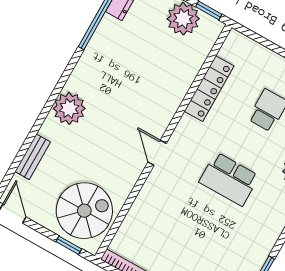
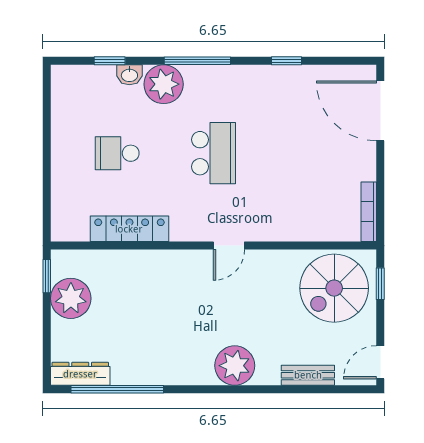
spiral stairs: (84, 211) -> (334, 288), turned -90

